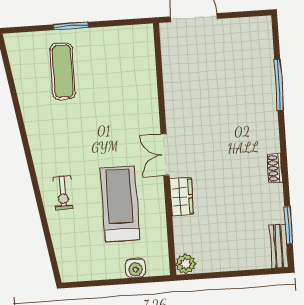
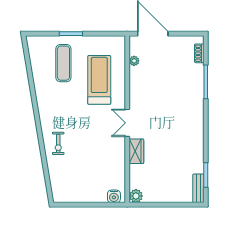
plant: (169, 61) -> (134, 61), added
shoe rack: (275, 168) -> (199, 53), moved
treadmill: (120, 204) -> (99, 80), moved
water cooler: (136, 268) -> (114, 196), moved

